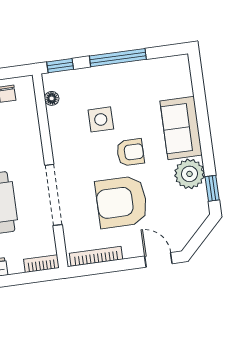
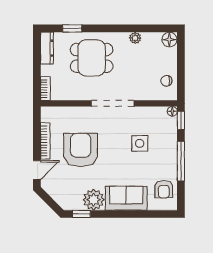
floor lamp: (52, 98) -> (172, 111), moved
armchair: (130, 152) -> (164, 189), moved
doorway: (53, 195) -> (113, 103), moved
bookcase: (96, 256) -> (45, 141), moved

